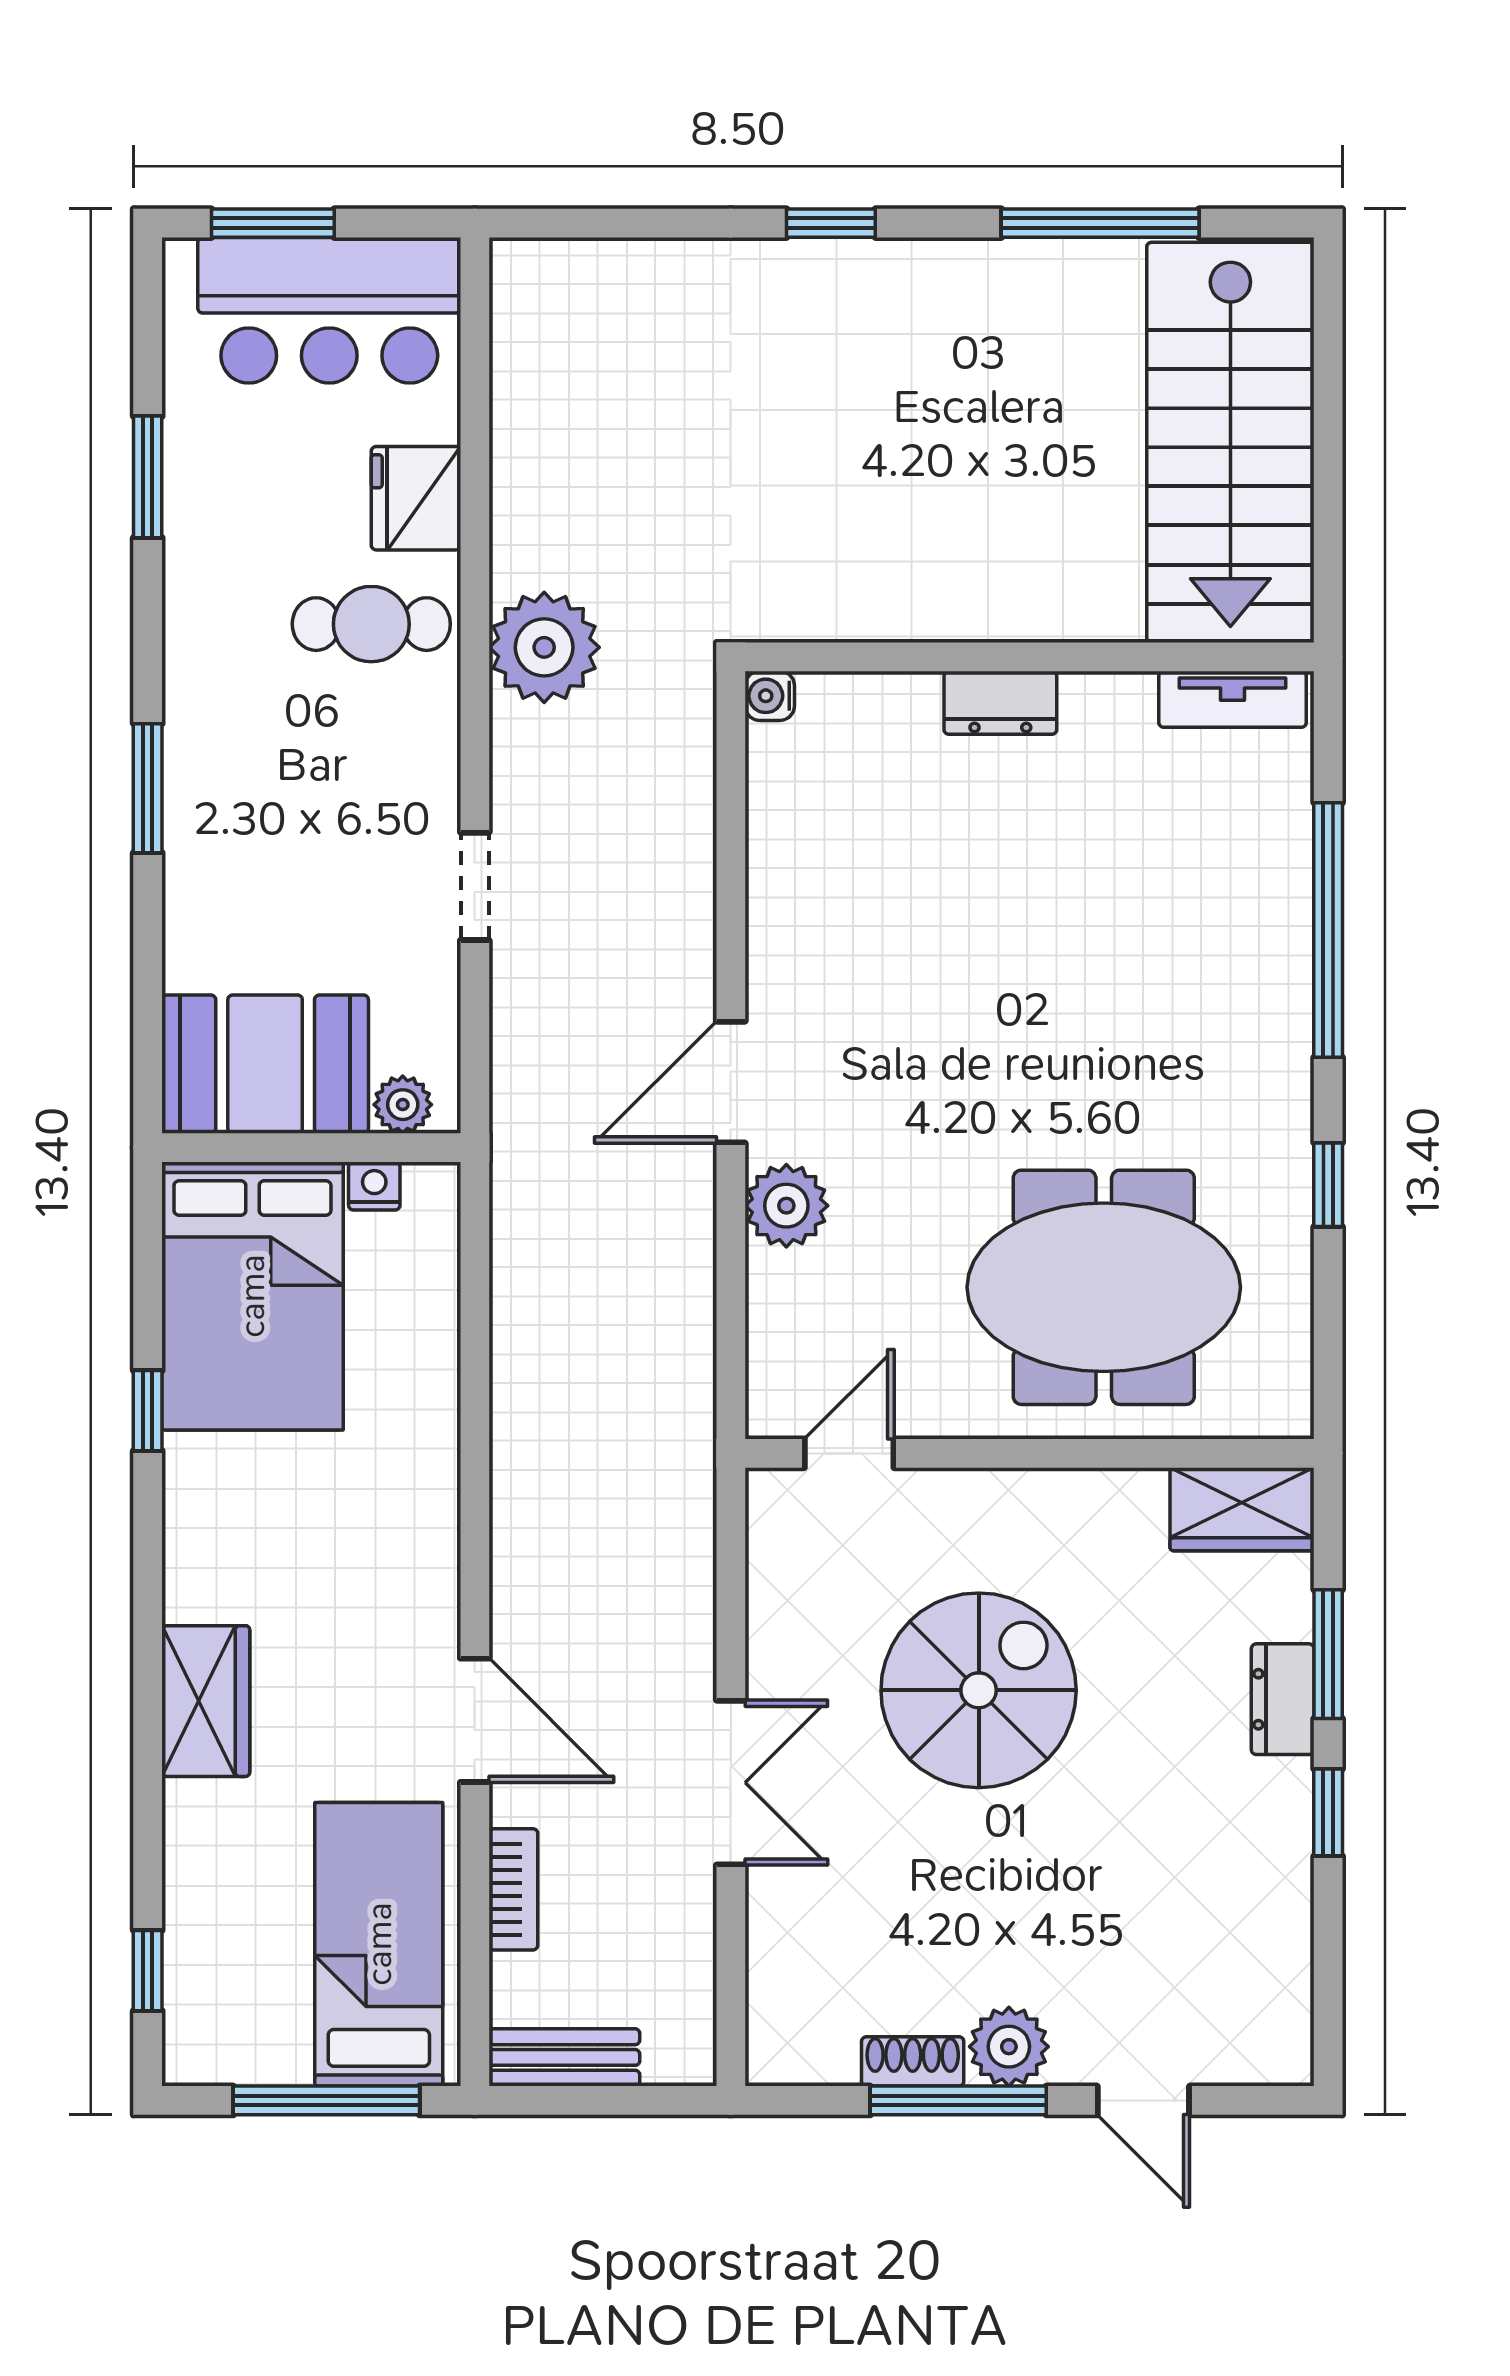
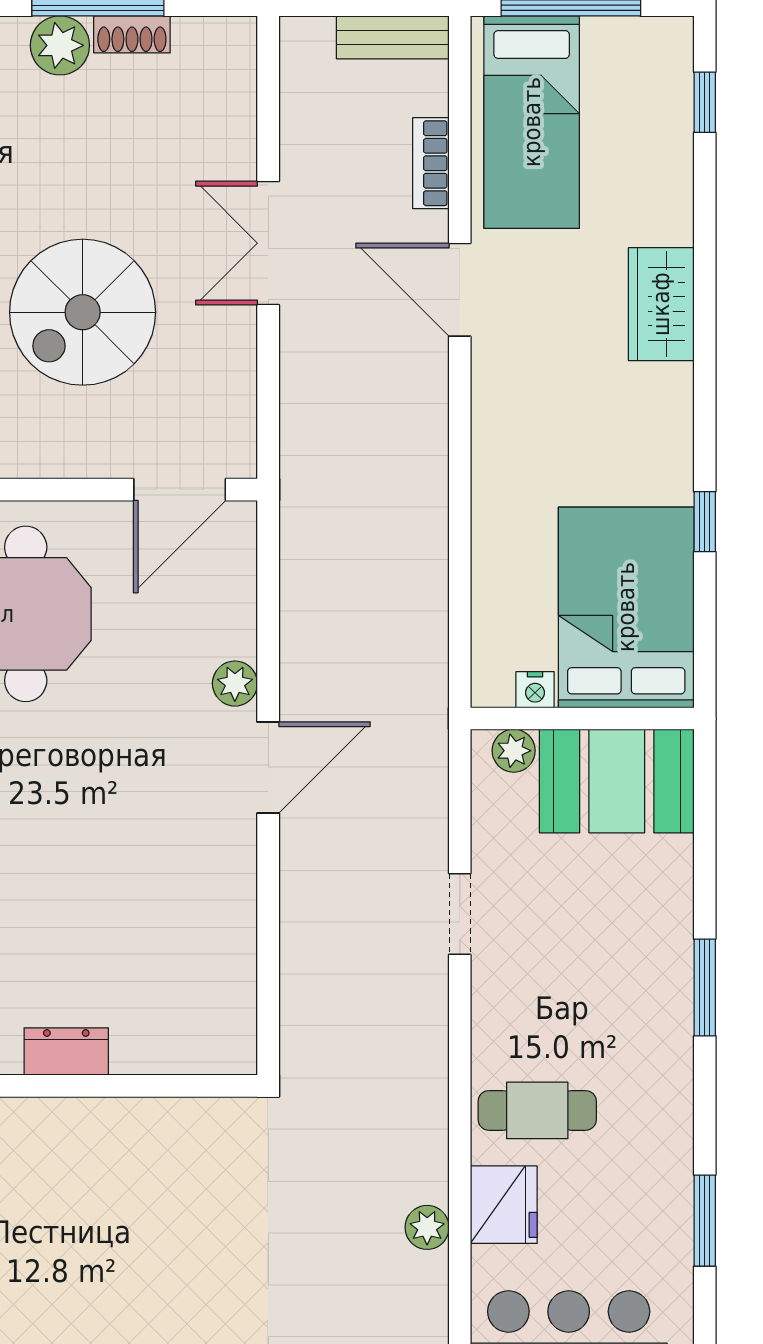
plant: (544, 647) -> (427, 1227), moved, width x0.53, depth x0.53
water cooler: (770, 696) -> (239, 1057), removed
plant: (786, 1206) -> (235, 684), width x0.73, depth x0.73
door: (849, 1453) -> (180, 490), width x1.38

